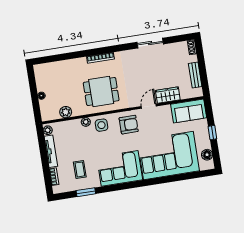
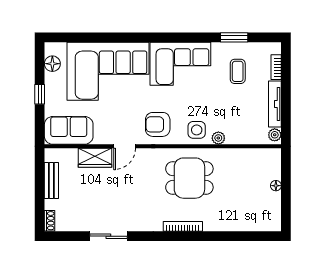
plant: (66, 112) -> (245, 157), removed

